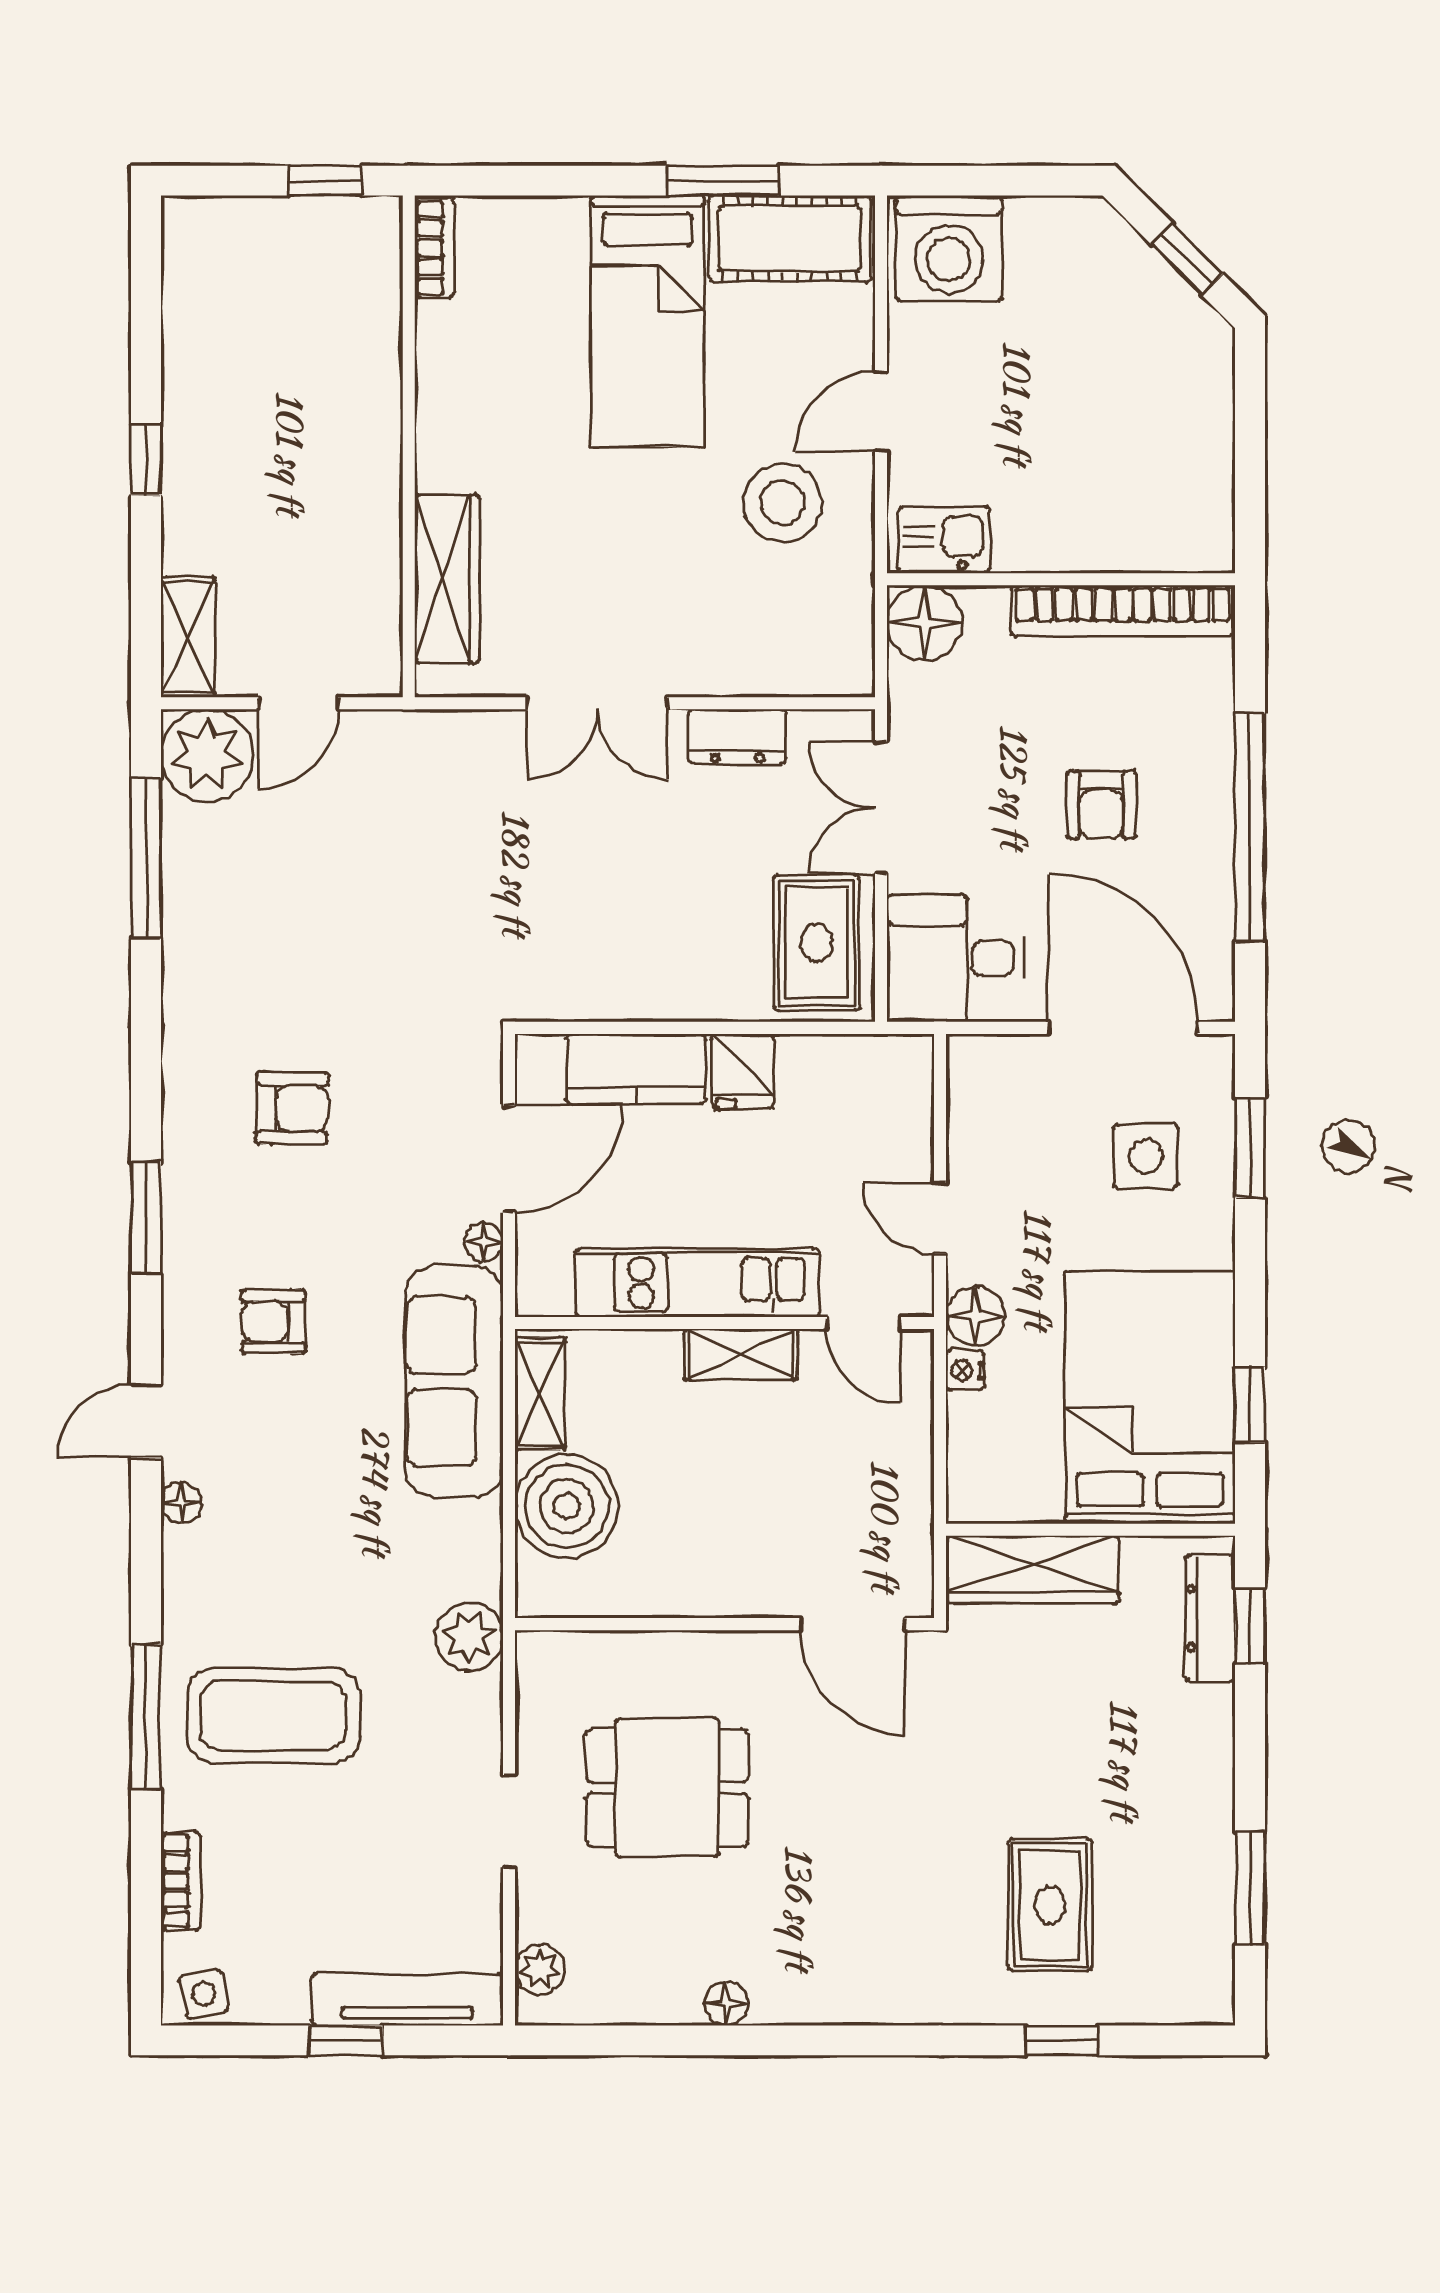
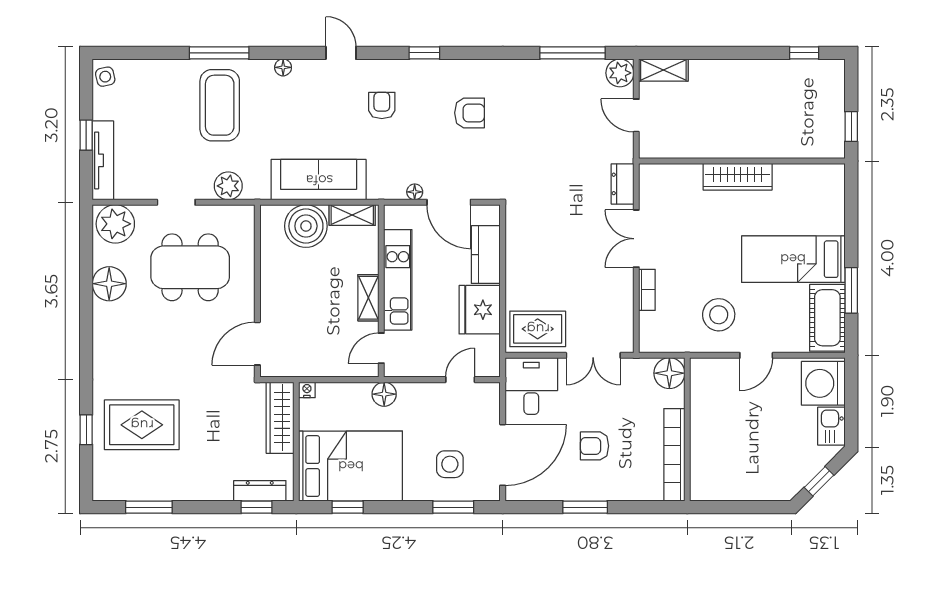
bookcase: (435, 248) -> (647, 290), moved, turned -90
door: (881, 412) -> (756, 355), swing flipped
window: (146, 460) -> (804, 53), moved
kitchen sink: (944, 540) -> (831, 426), moved, turned 180
wardrobe: (447, 579) -> (738, 177), moved
dresser: (737, 737) -> (623, 184), moved
plant: (207, 755) -> (620, 73), width x0.73, depth x0.73
double door: (881, 808) -> (593, 355), swing flipped
window: (1250, 828) -> (585, 507), width x0.47
fridge: (742, 1071) -> (480, 310), width x1.88, depth x1.34
armchair: (292, 1108) -> (470, 113), turned -91
window: (146, 1218) -> (424, 53), width x0.67
door: (940, 1218) -> (460, 380), moved
nightstand: (965, 1370) -> (307, 390), moved
sofa: (454, 1381) -> (319, 180), moved
floor lamp: (181, 1503) -> (283, 67), moved
plant: (469, 1637) -> (228, 186), moved
dining table: (667, 1788) -> (190, 267), width x1.38
bookcase: (181, 1881) -> (152, 67), removed
rug: (1050, 1905) -> (142, 425), width x1.36, depth x1.43
plant: (540, 1969) -> (115, 224), width x1.88, depth x1.88
floor lamp: (727, 2004) -> (109, 284), width x1.89, depth x1.89

